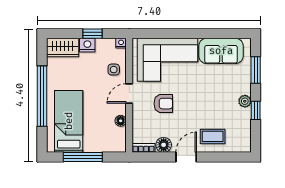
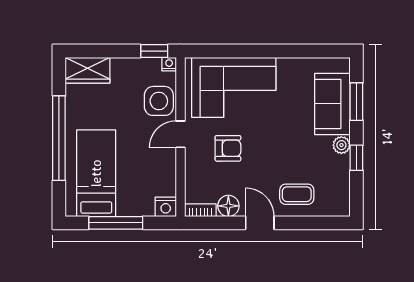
window: (92, 34) -> (154, 51), moved
nightstand: (87, 45) -> (166, 207), moved, turned 180
sofa: (221, 51) -> (332, 104), moved, turned 90
side table: (114, 70) -> (159, 101), width x1.87, depth x1.87
floor lamp: (121, 121) -> (168, 172), removed
door: (186, 157) -> (260, 223), hinge flipped

